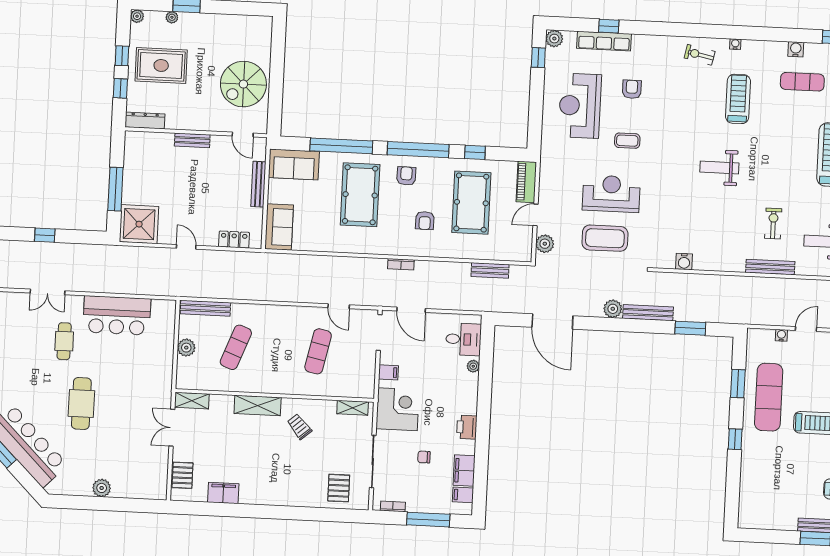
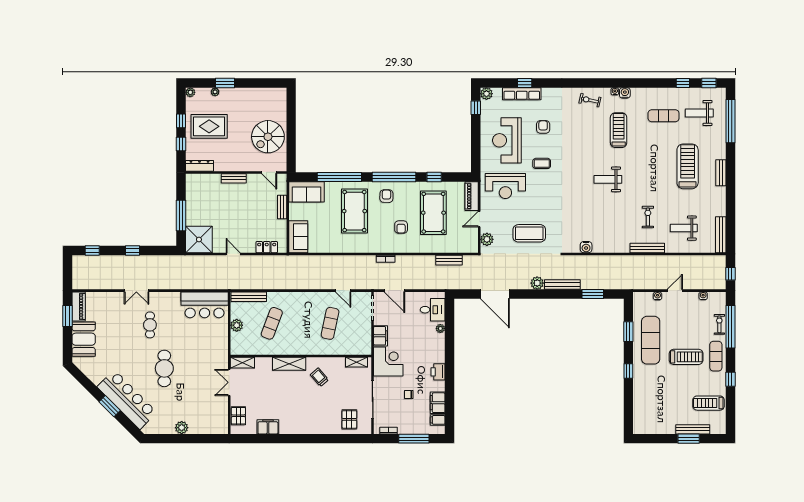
water cooler: (796, 49) -> (625, 93), moved
bench: (258, 184) -> (282, 207), width x0.73
reception desk: (611, 194) -> (505, 186), moved, turned 180
bar counter: (117, 315) -> (205, 305), moved
filing cabinet: (388, 372) -> (381, 336), width x2.00

